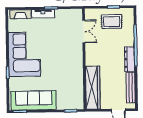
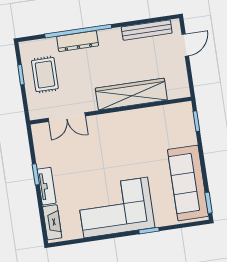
double door: (84, 32) -> (67, 117), swing flipped
dresser: (130, 59) -> (78, 41), moved
wardrobe: (93, 88) -> (131, 94), moved

